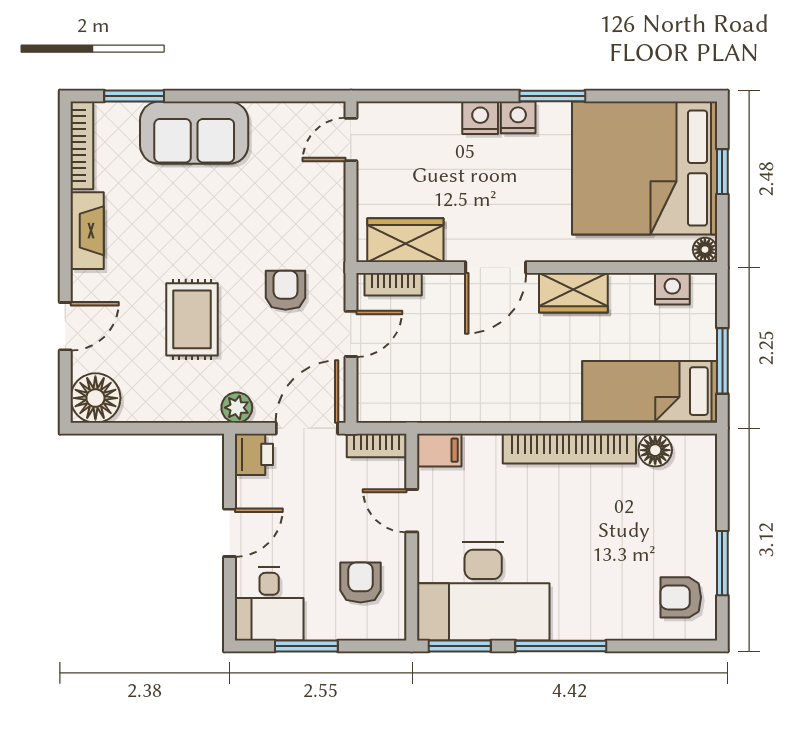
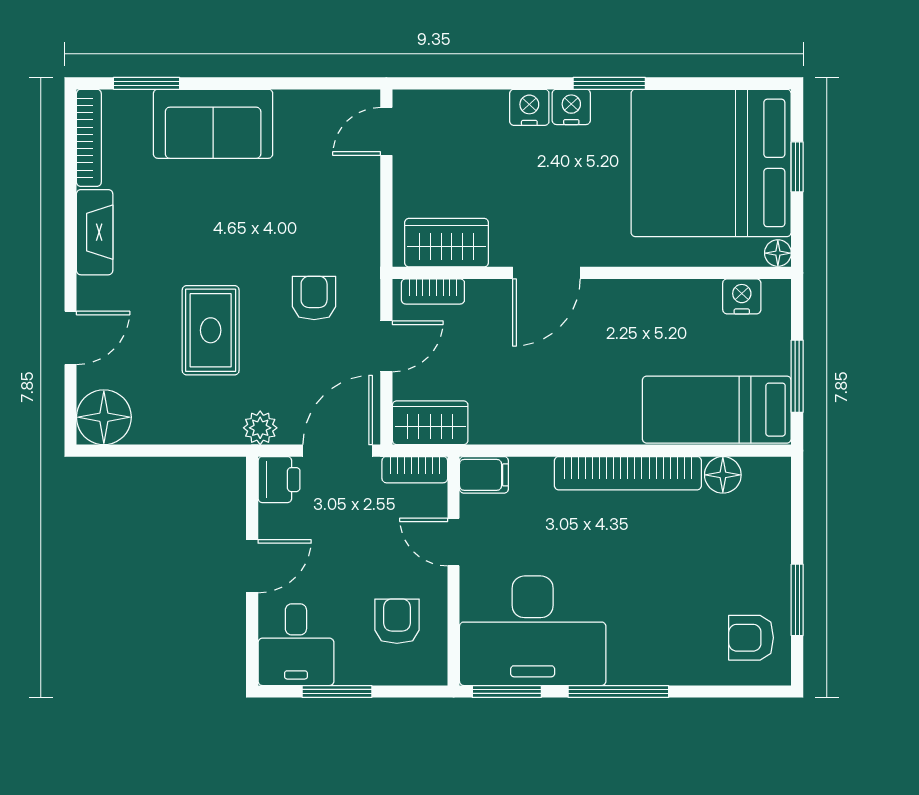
wardrobe: (573, 293) -> (430, 423), moved, turned 180

